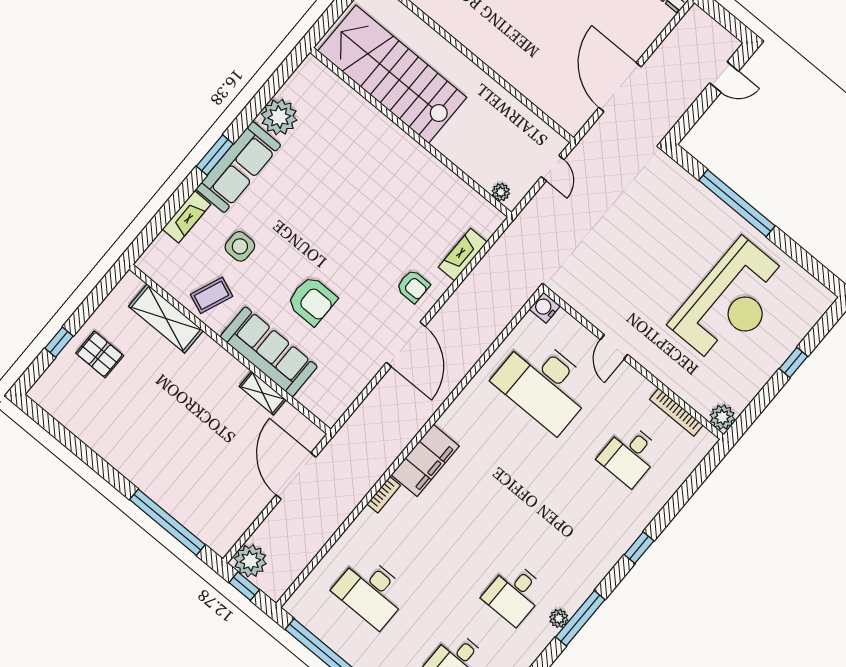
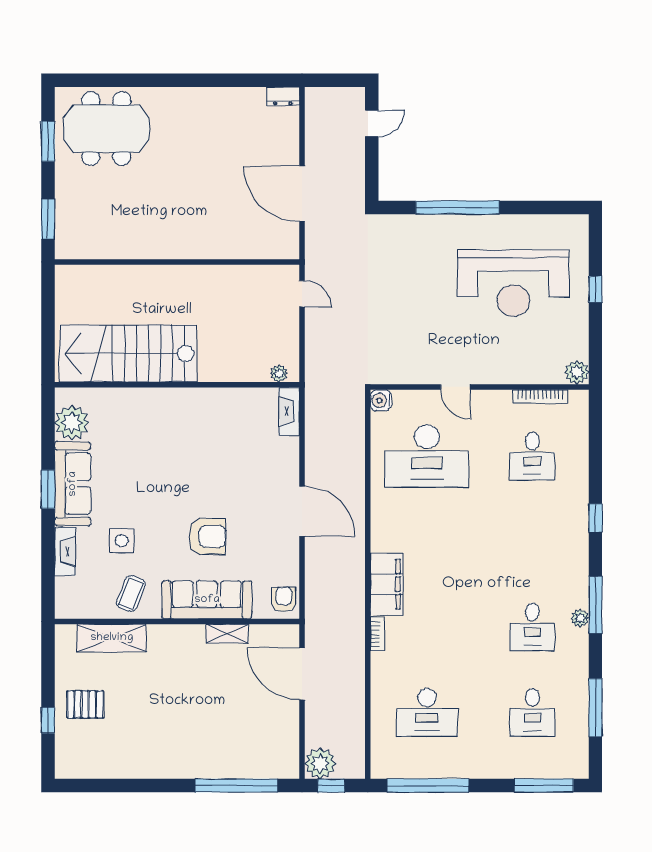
stairs: (392, 74) -> (128, 354), moved
wall: (411, 132) -> (177, 385), moved
plant: (501, 192) -> (279, 373), moved
armchair: (413, 286) -> (284, 599), moved, turned -90
reception desk: (731, 302) -> (513, 283), turned 90

